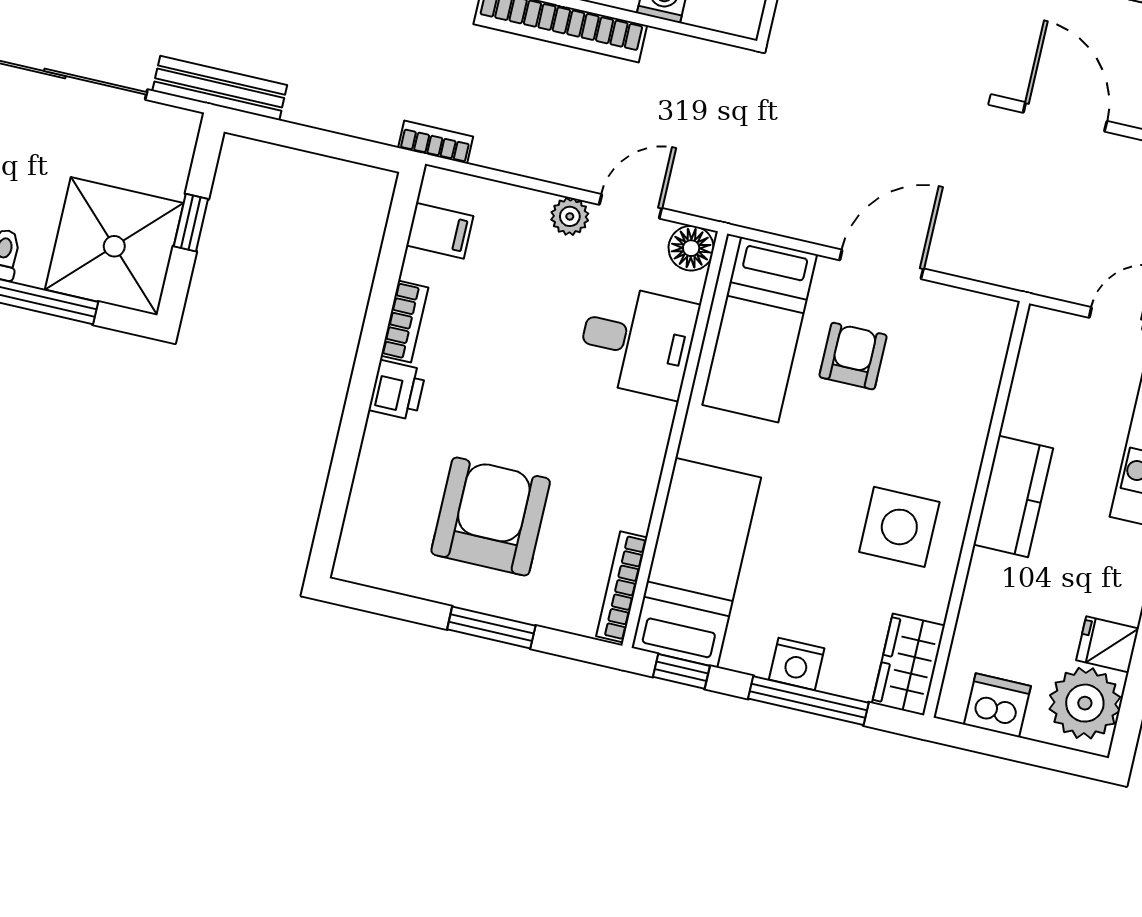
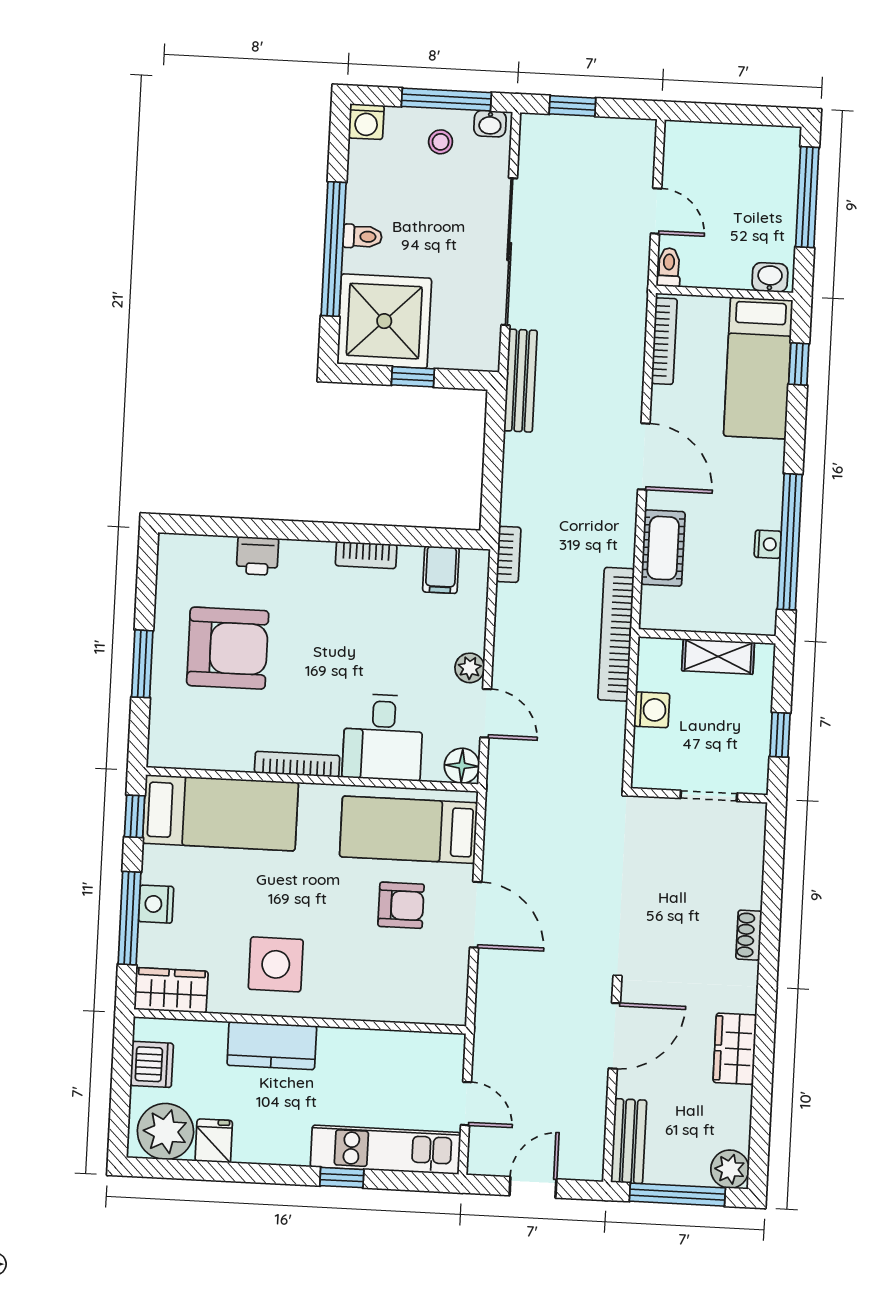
printer: (397, 390) -> (257, 556), moved
kitchen counter: (1013, 496) -> (272, 1046), moved
bookcase: (622, 587) -> (297, 764), moved

